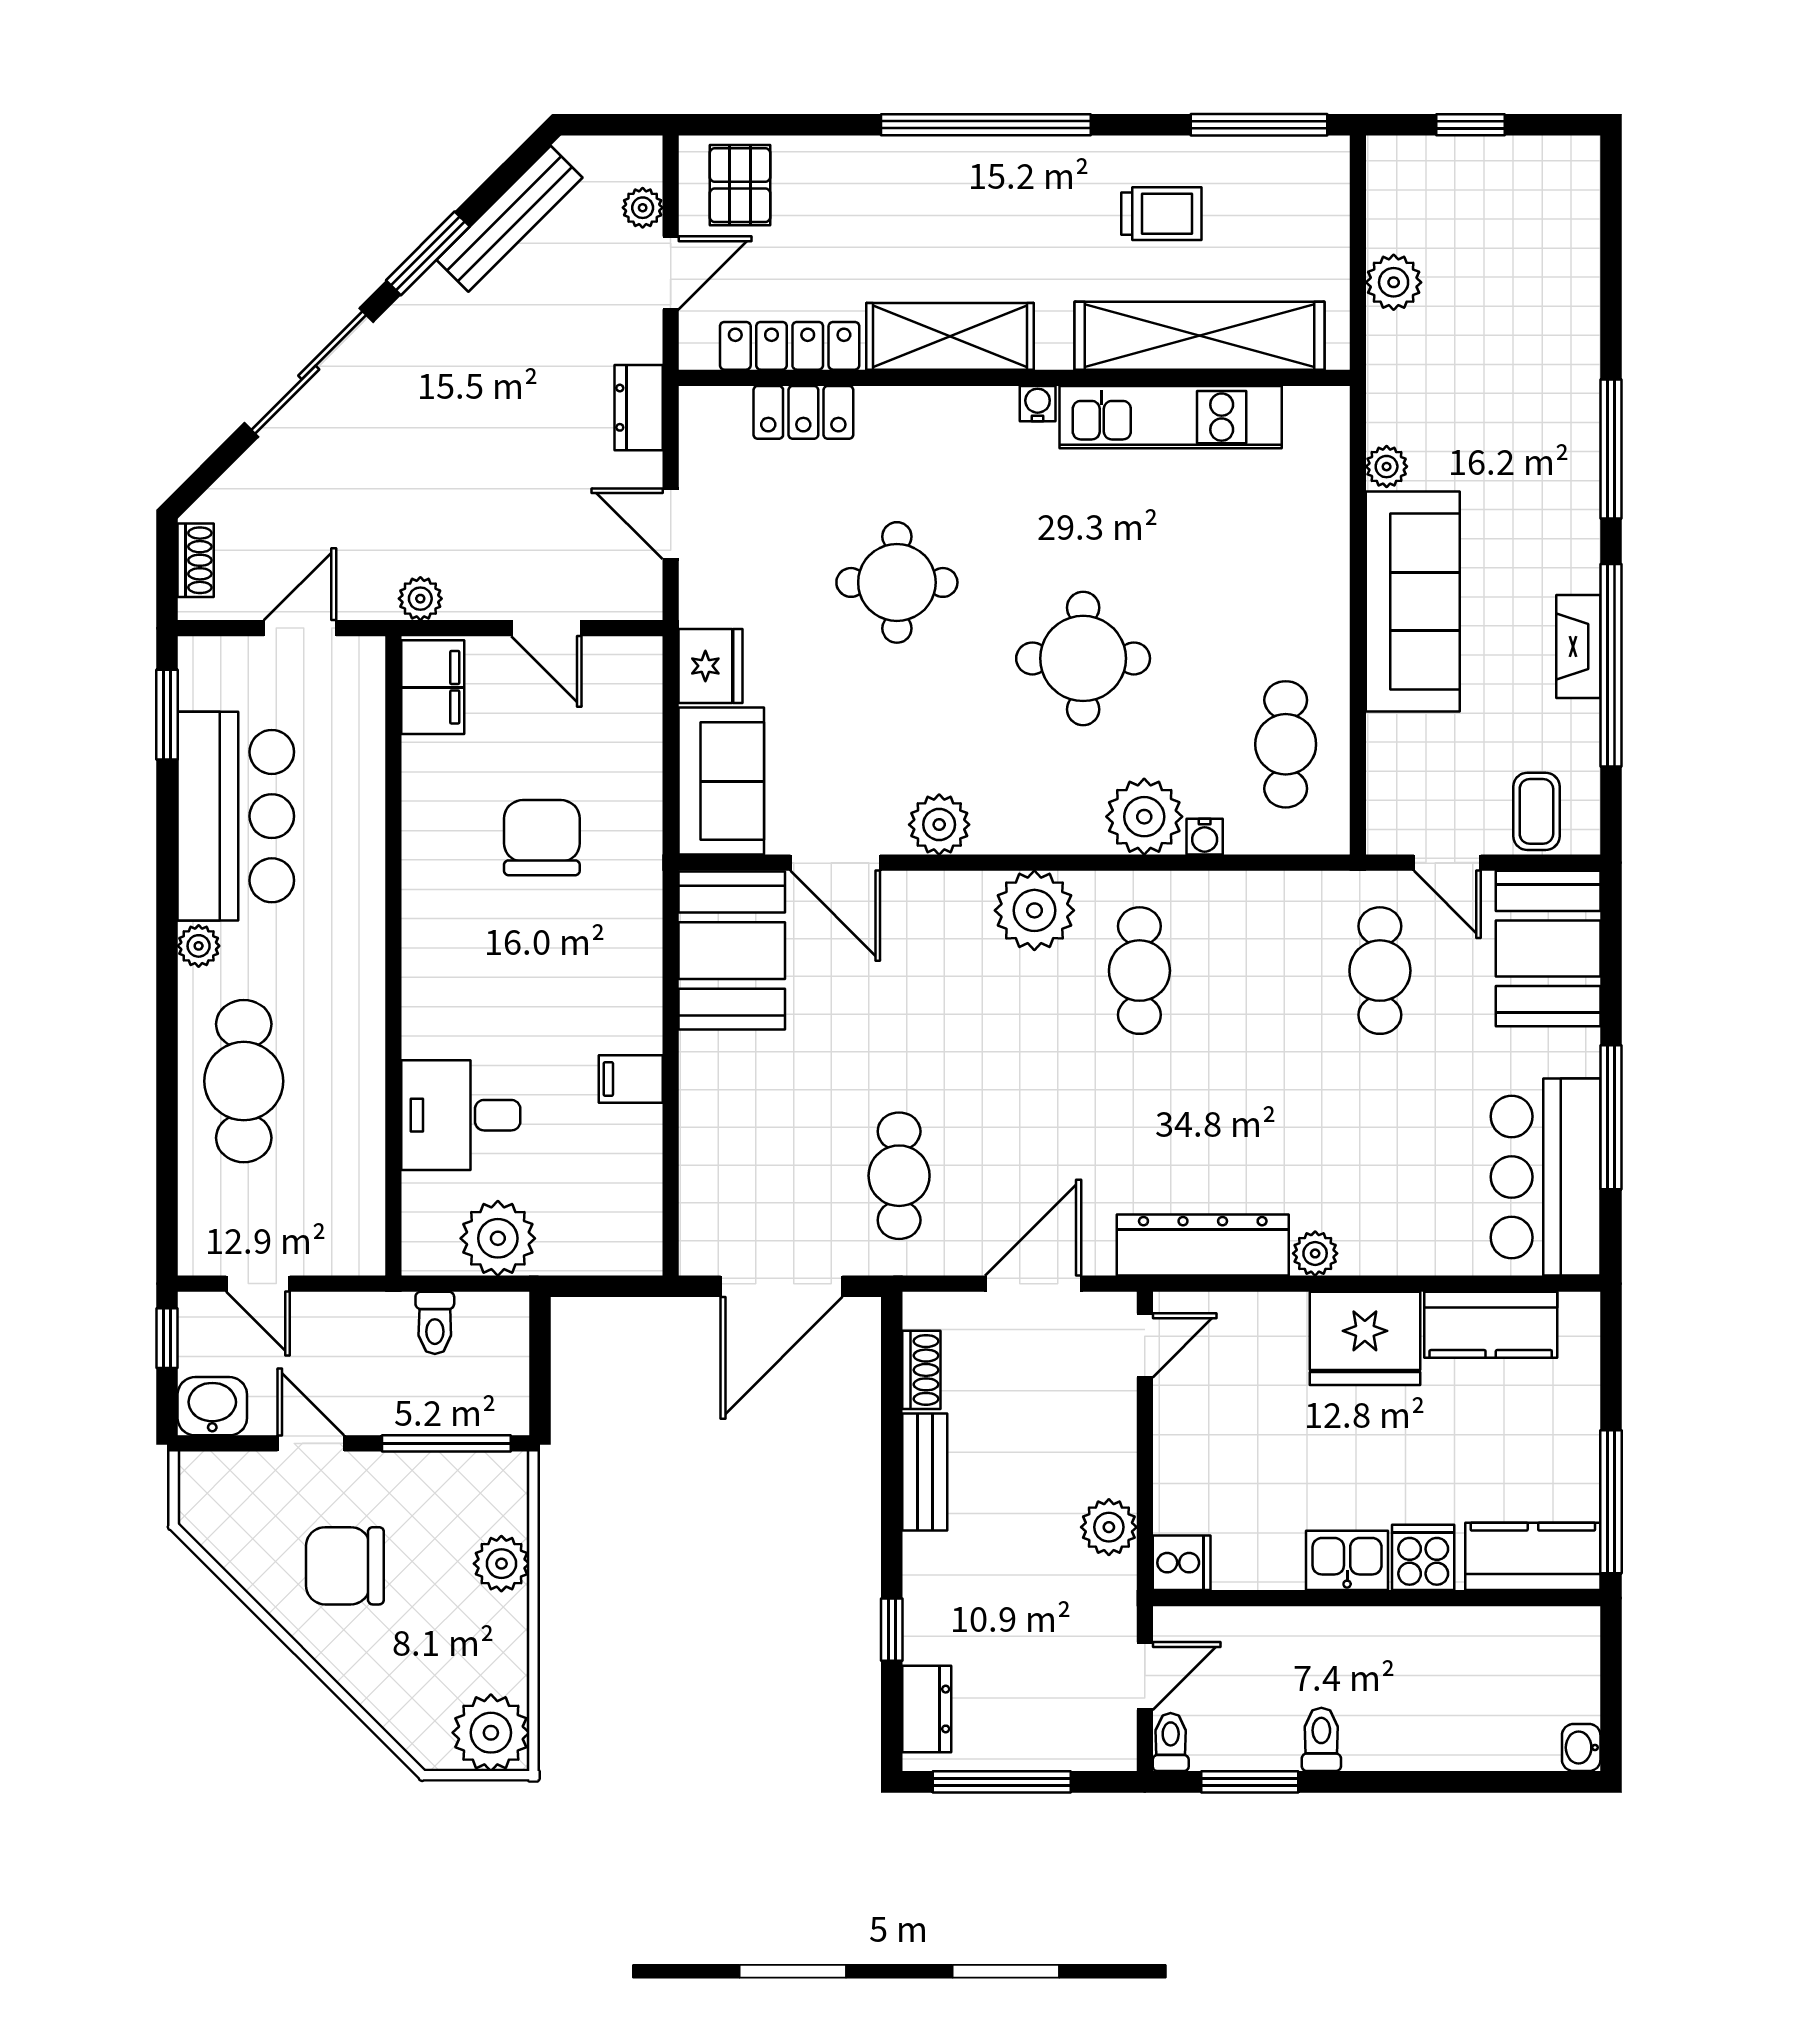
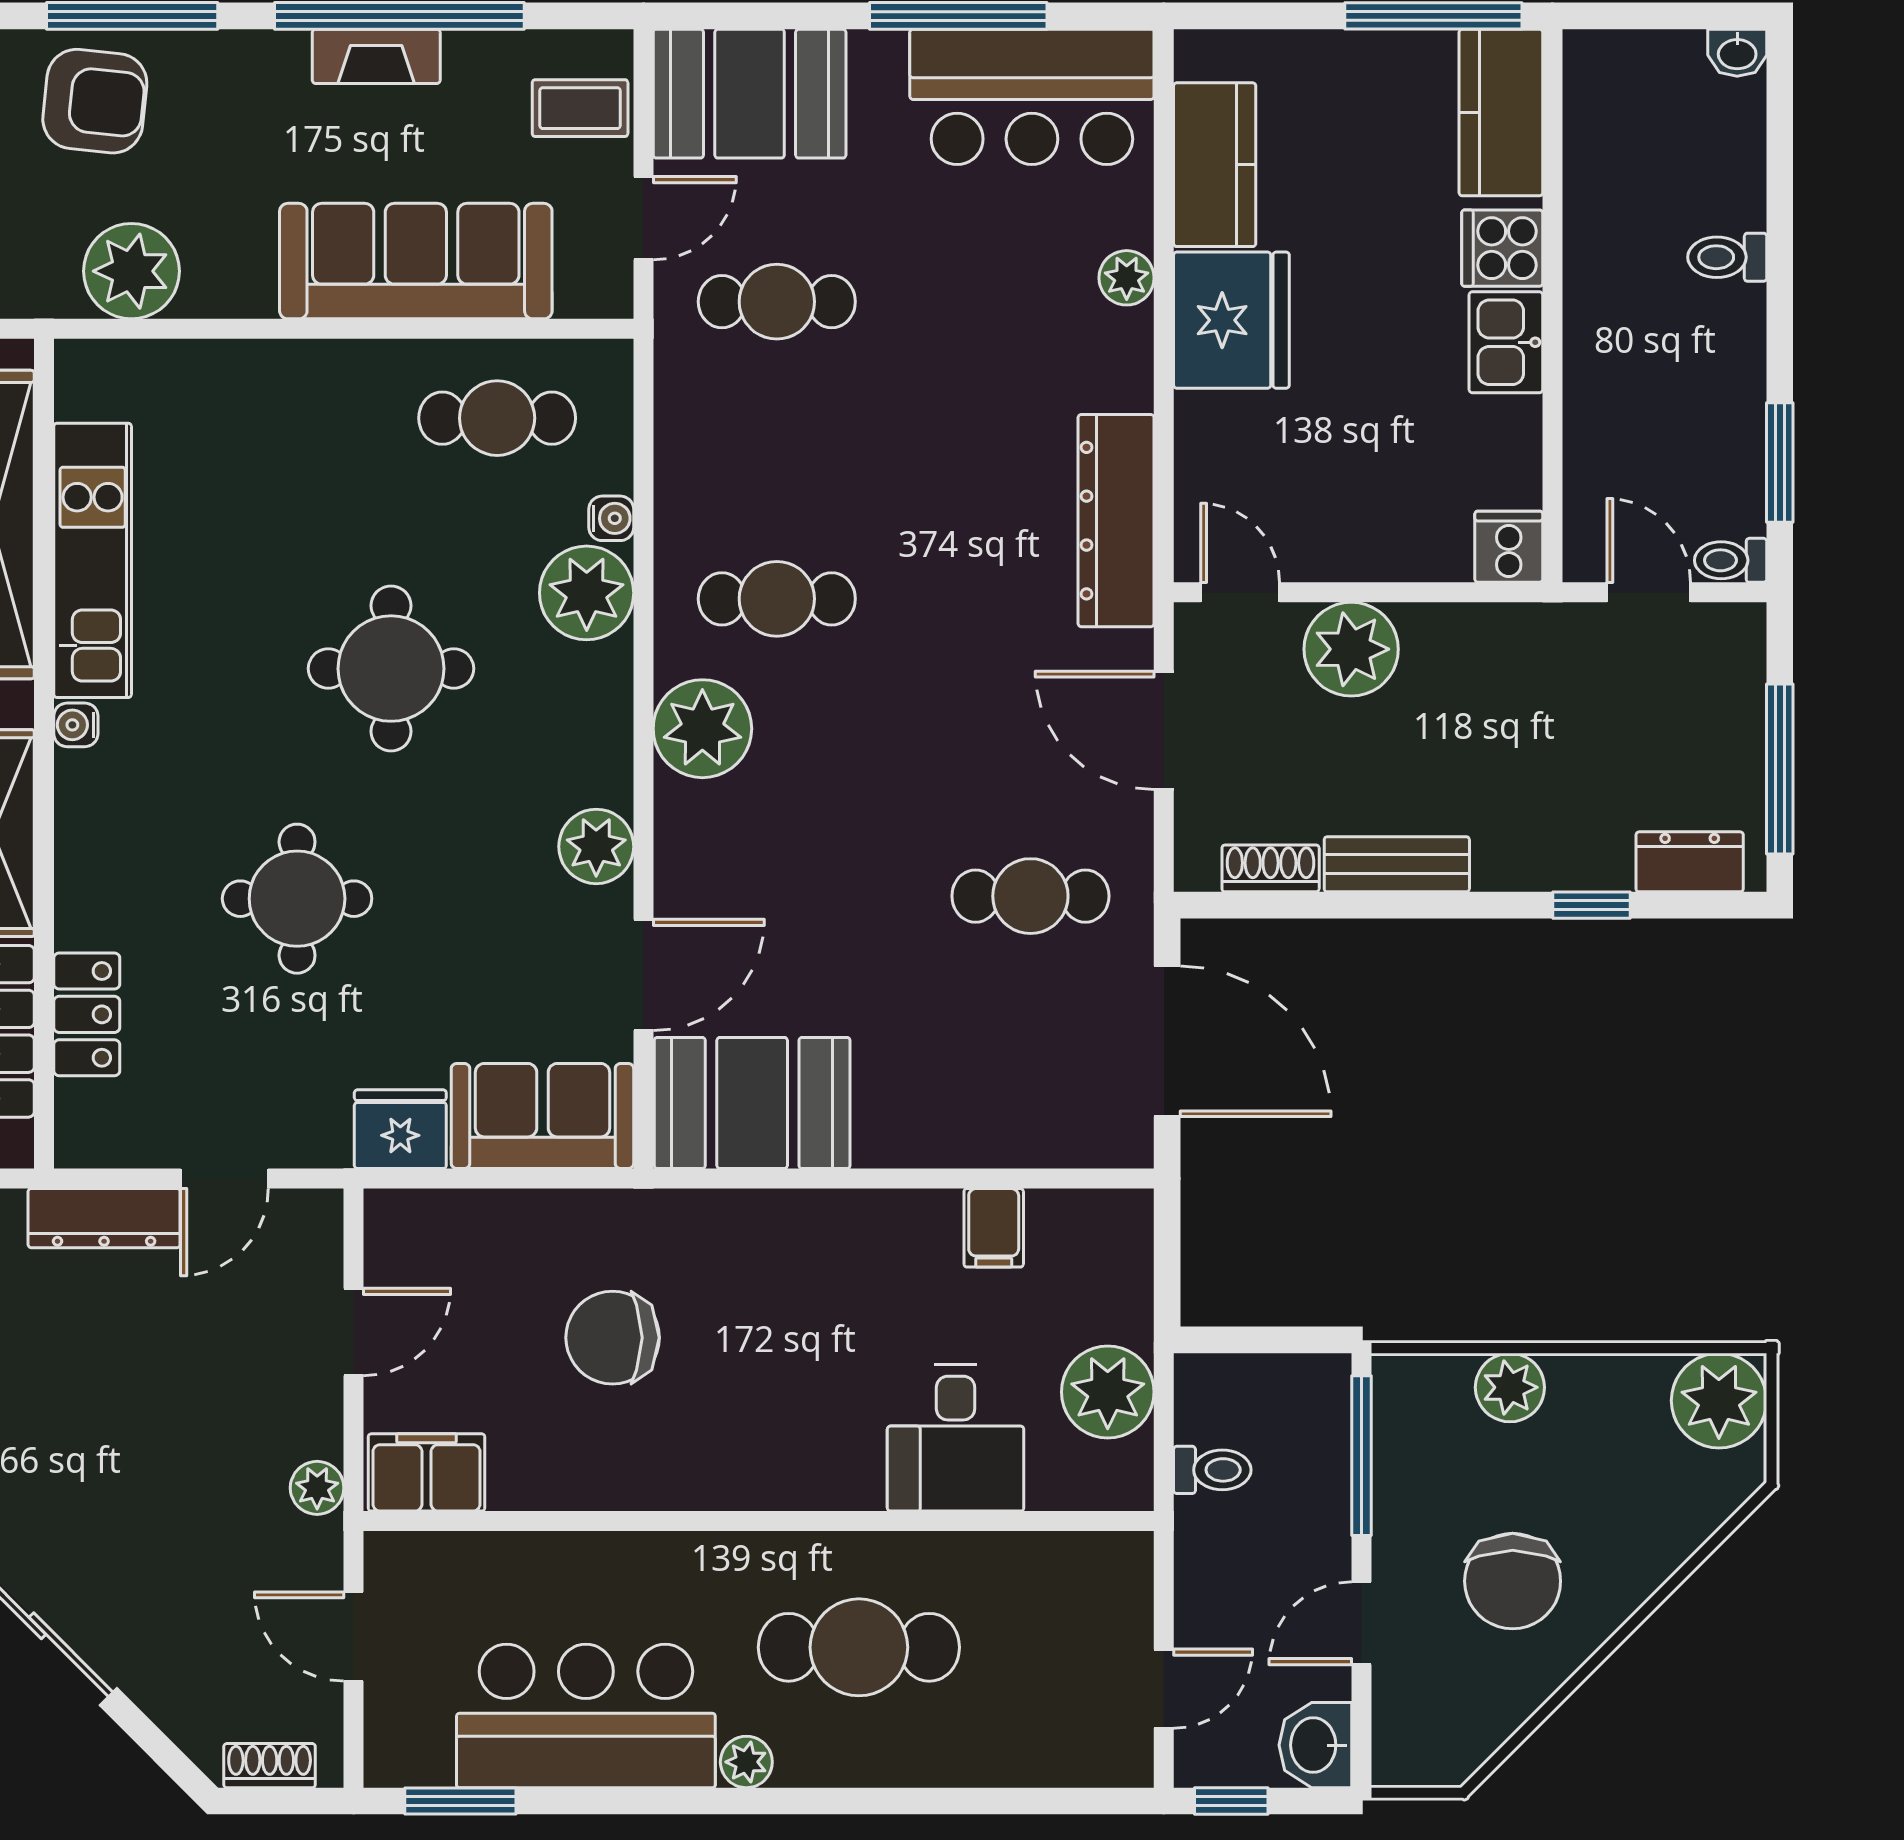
dresser: (639, 408) -> (104, 1218), width x1.44
armchair: (1542, 419) -> (95, 101), added
plant: (1387, 467) -> (131, 271), width x1.88, depth x1.88
sofa: (1413, 602) -> (416, 261), moved
filing cabinet: (631, 1079) -> (994, 1228), moved
cafe table: (244, 1081) -> (859, 1647), moved
plant: (1315, 1253) -> (1127, 278), moved
plant: (1109, 1527) -> (1351, 649), moved, width x1.36, depth x1.36
toilet: (1321, 1739) -> (1727, 257), moved

